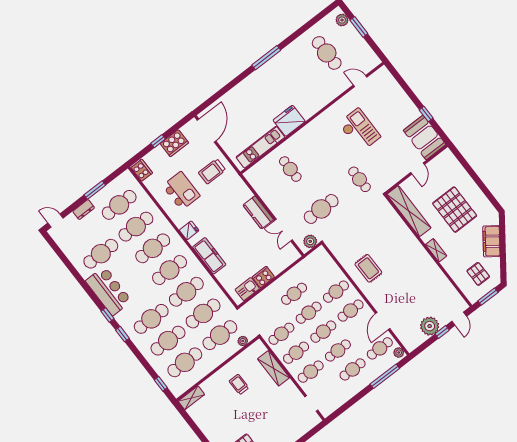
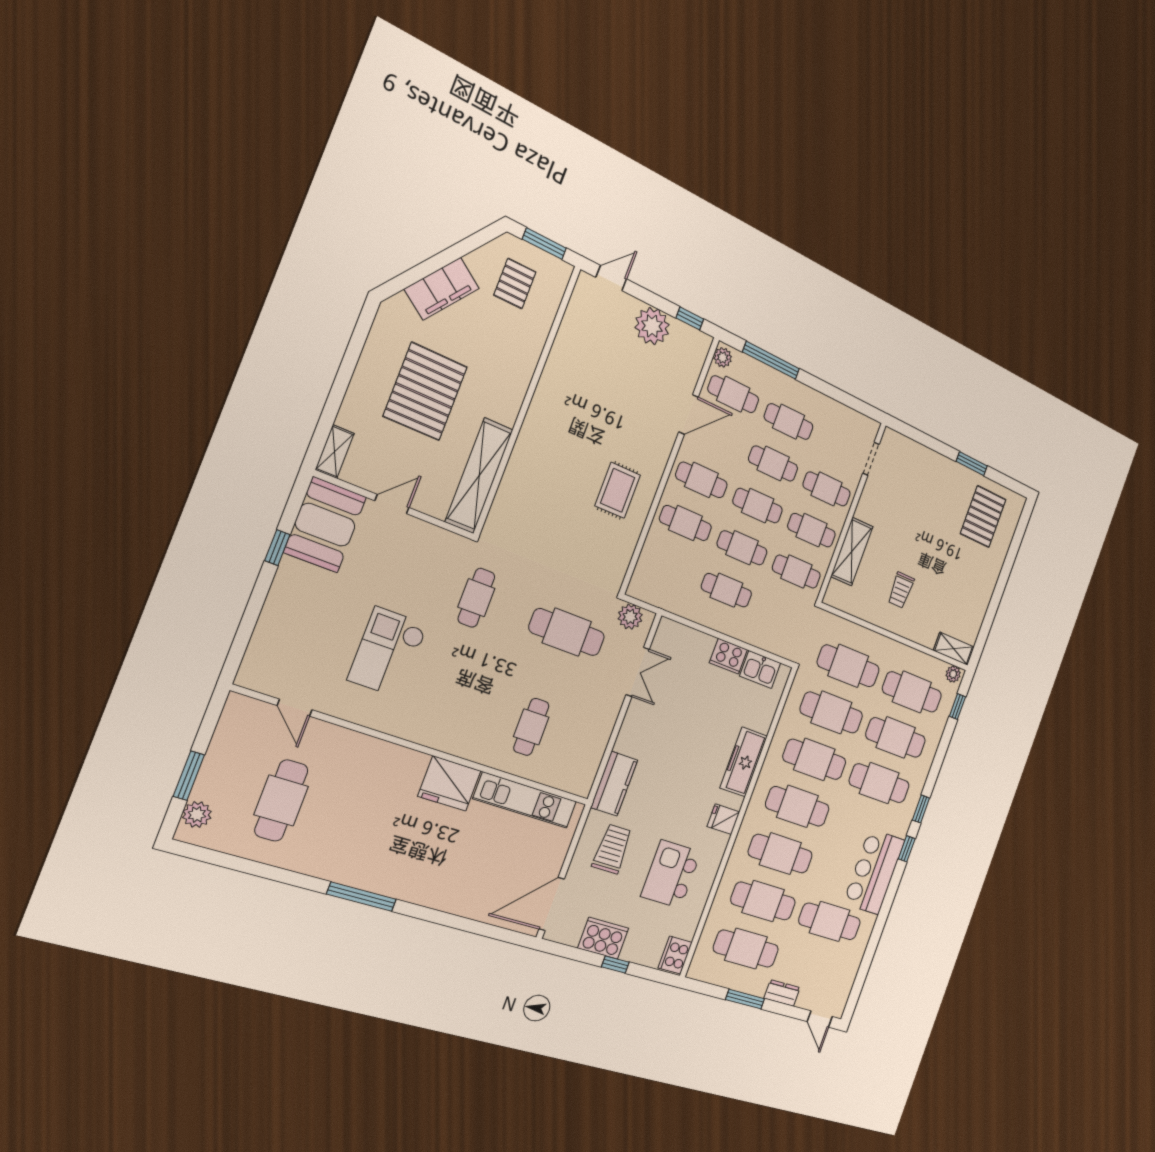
trolley: (212, 171) -> (612, 849), turned -90
kitchen counter: (258, 212) -> (614, 784), moved
shelving: (436, 250) -> (335, 452), moved
window: (442, 332) -> (690, 318), moved
plant: (243, 341) -> (953, 674), moved

